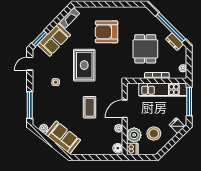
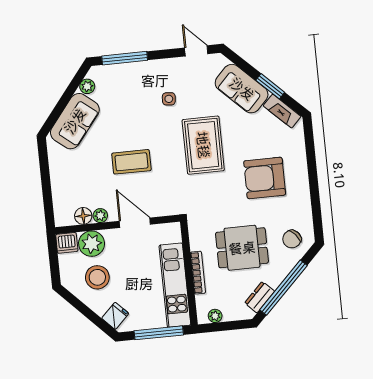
chair: (143, 20) -> (292, 239), added
armchair: (107, 32) -> (265, 178), turned -90
window: (40, 39) -> (270, 86), moved
rug: (84, 65) -> (203, 145), turned 90
floor lamp: (118, 148) -> (83, 216), moved

